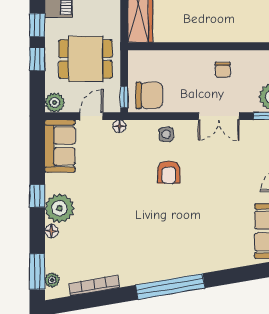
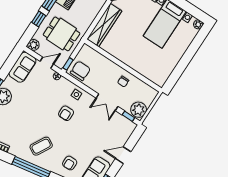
chair: (149, 95) -> (80, 71), turned -90
armchair: (222, 242) -> (70, 163), added
coffee table: (164, 245) -> (41, 146), added

